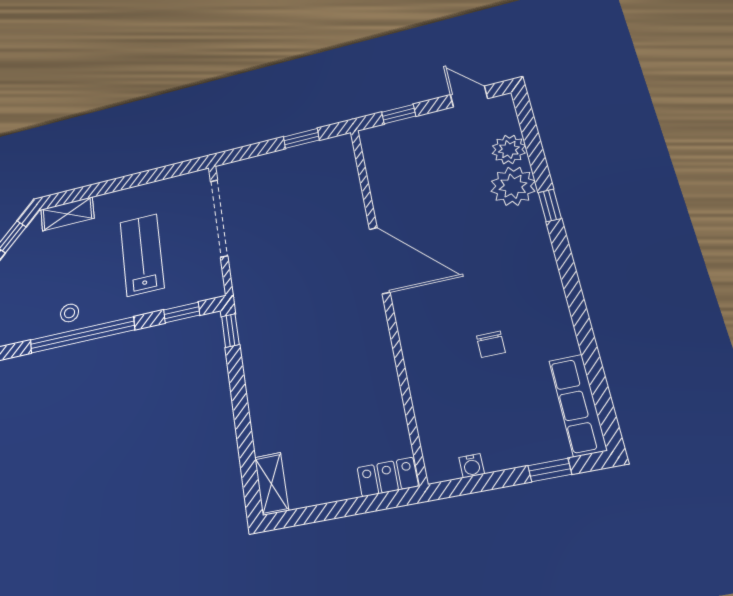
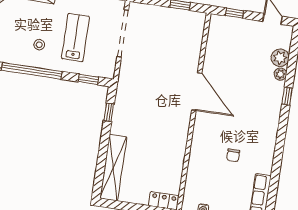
plant: (513, 186) -> (280, 74), width x0.53, depth x0.53
stool: (70, 313) -> (39, 45), moved
window: (230, 331) -> (109, 112), moved
shelving: (271, 484) -> (113, 168), width x2.20, depth x1.33

